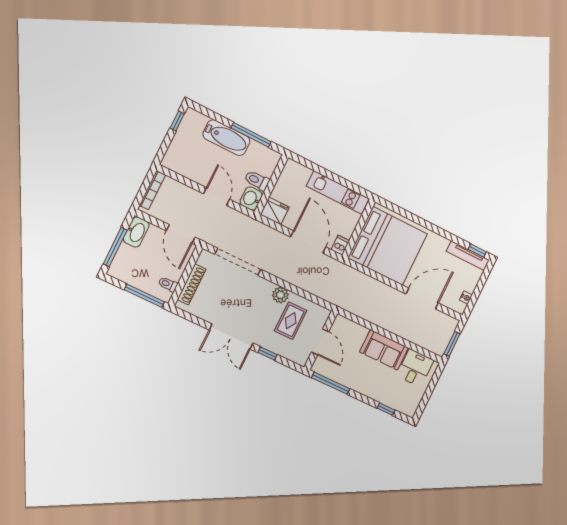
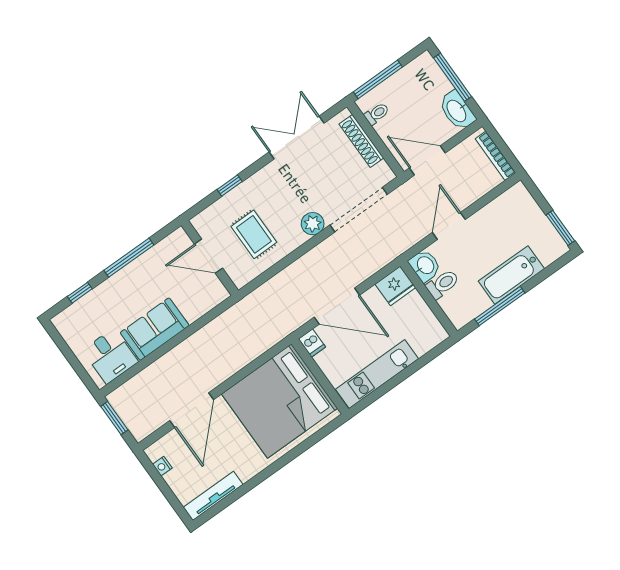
window: (177, 121) -> (560, 228), width x1.50
door: (216, 197) -> (449, 226), swing flipped
window: (477, 250) -> (213, 511), removed
plant: (280, 295) -> (313, 224), moved
double door: (231, 337) -> (297, 138), moved
window: (331, 383) -> (129, 258), moved

